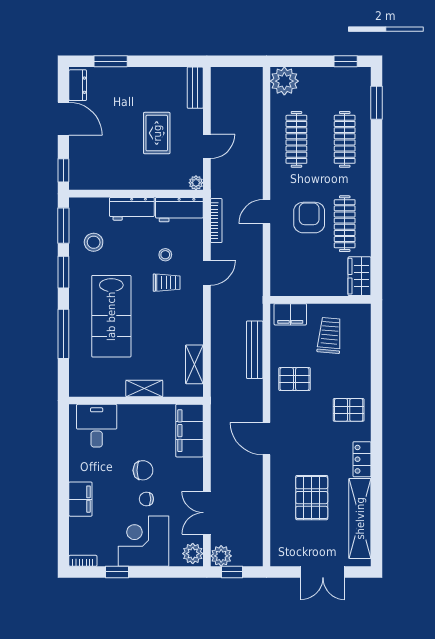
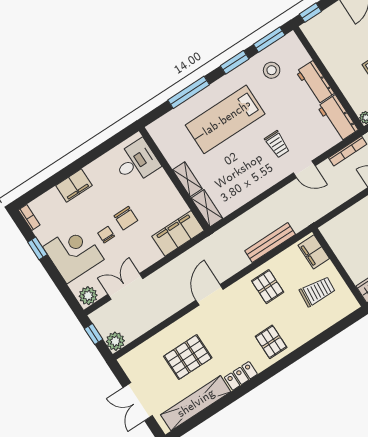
stool: (165, 255) -> (297, 130), removed
shelving: (194, 364) -> (207, 208), moved, turned 90
plant: (221, 556) -> (115, 341), moved

